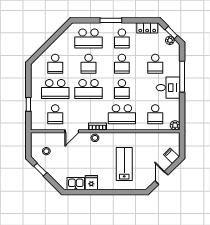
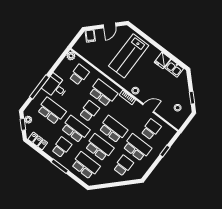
school desk: (89, 64) -> (99, 147), width x1.85
school desk: (122, 64) -> (75, 129), width x1.85
school desk: (155, 64) -> (52, 111), width x1.85
lab bench: (124, 164) -> (129, 56), width x1.36, depth x1.39

